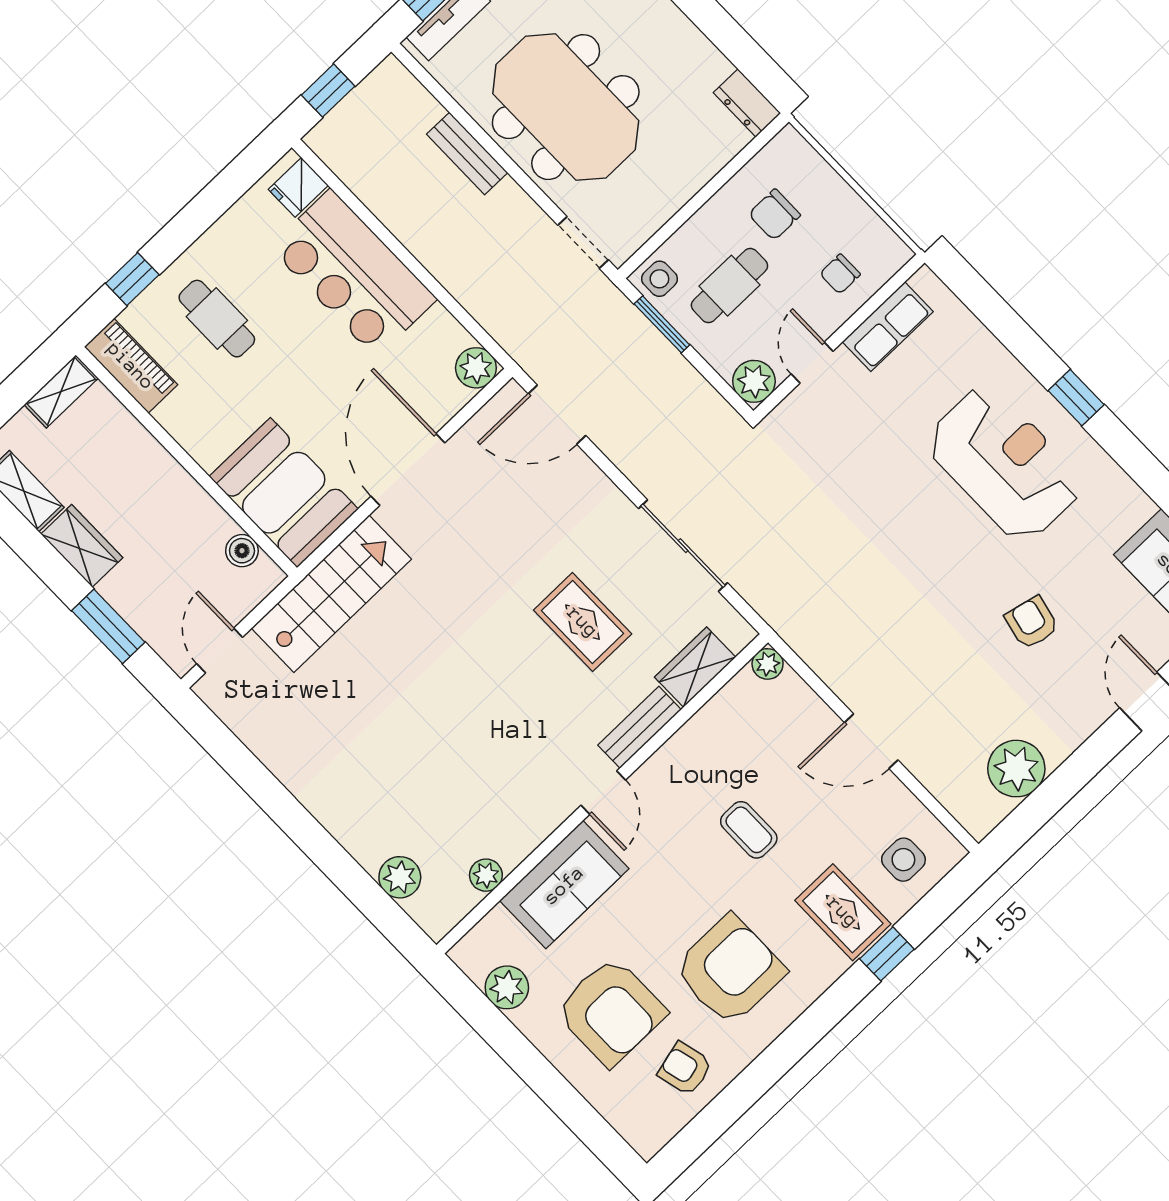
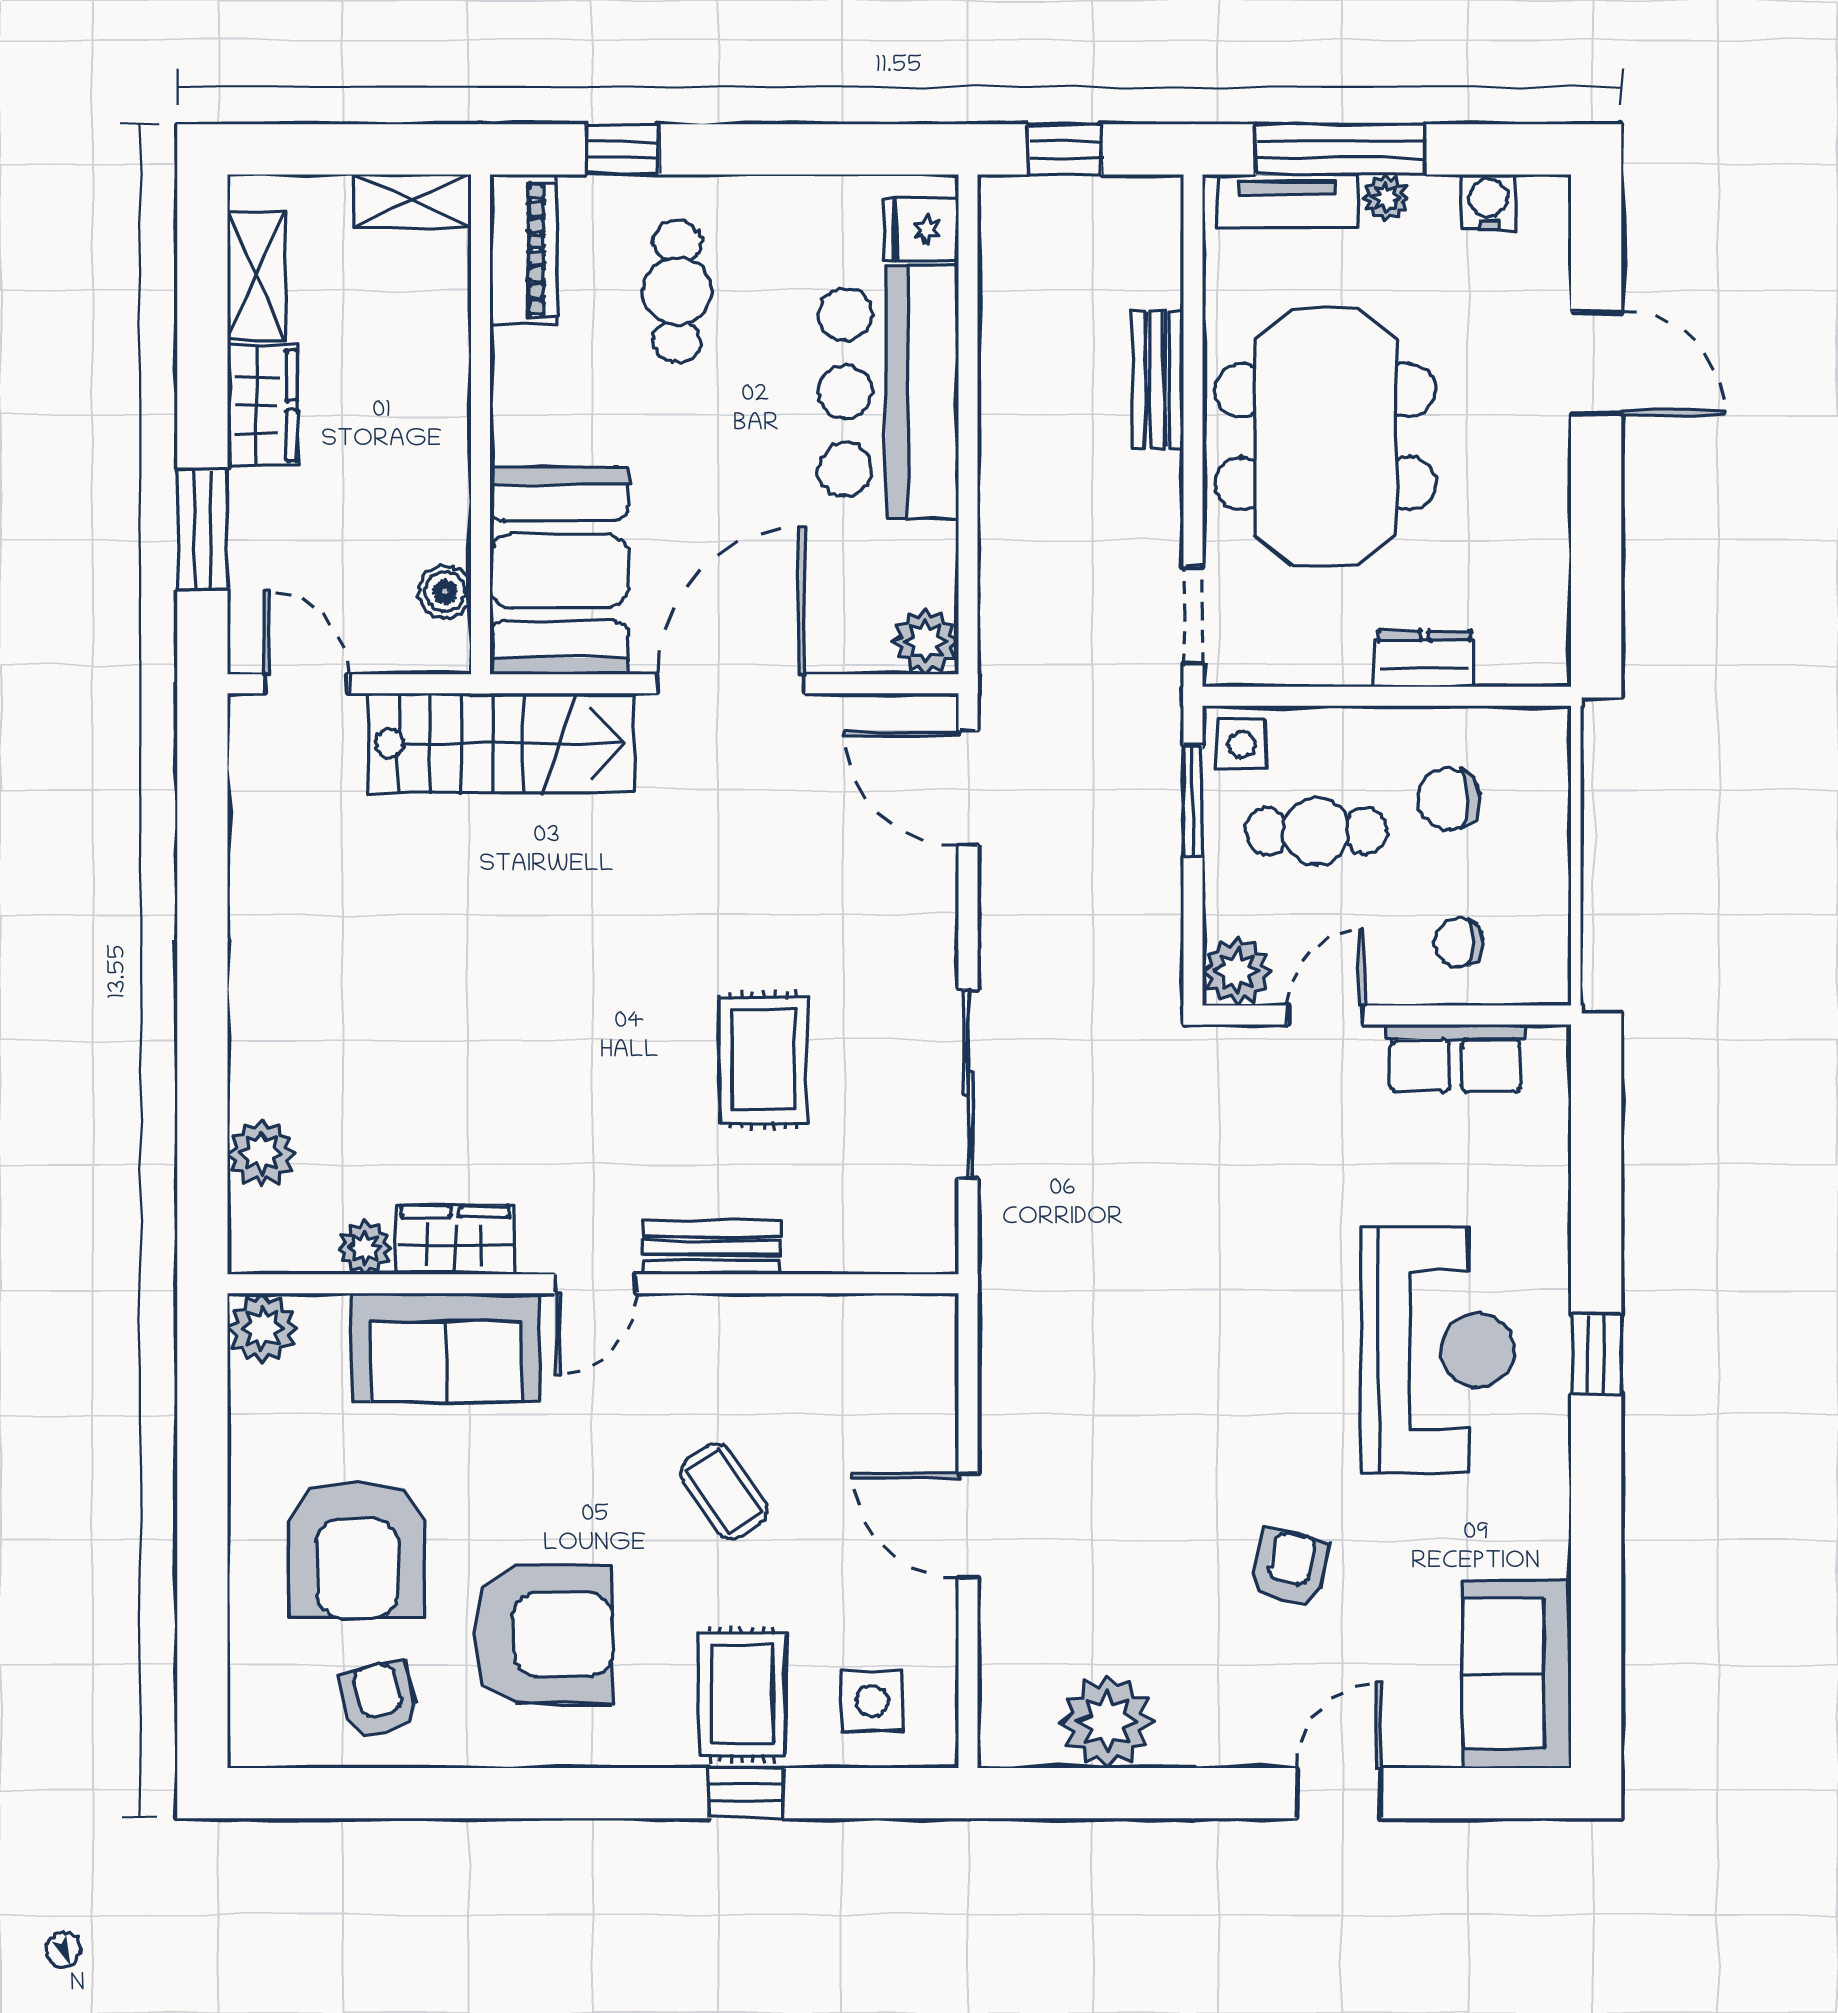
dresser: (747, 103) -> (1425, 659), moved, turned 90
door: (220, 650) -> (306, 684), hinge flipped
plant: (768, 664) -> (934, 1318), removed
wardrobe: (695, 667) -> (455, 1240), moved
coffee table: (749, 830) -> (724, 1492), turned -35
plant: (507, 987) -> (262, 1328), moved

